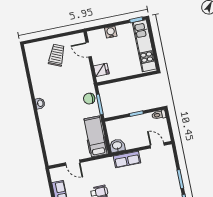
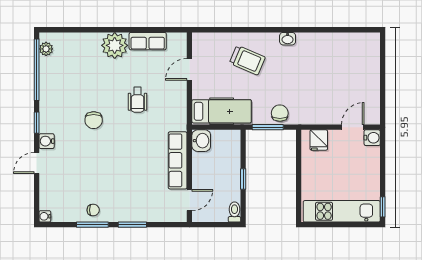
water cooler: (111, 32) -> (372, 138), moved
trolley: (57, 55) -> (247, 60), moved
row of seats: (127, 159) -> (178, 160), width x1.48

